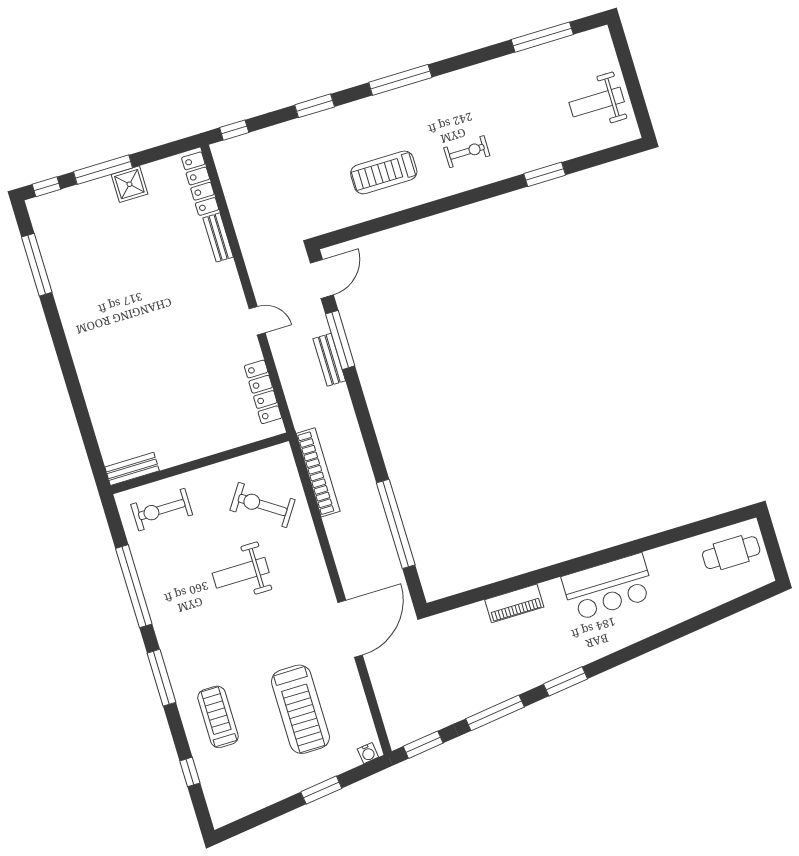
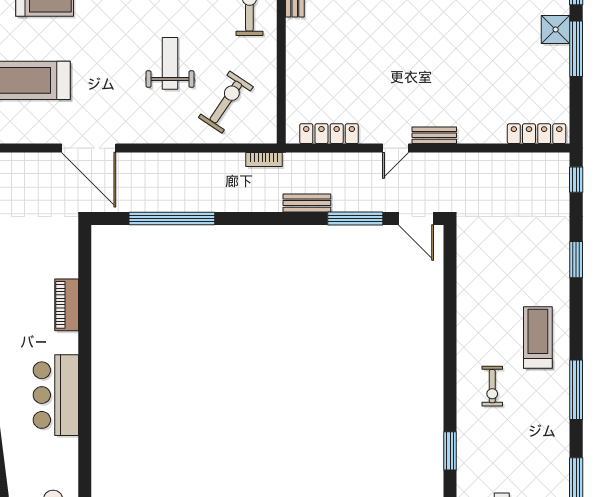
window: (400, 80) -> (576, 390), moved
treadmill: (384, 172) -> (538, 338), moved
shower: (129, 184) -> (556, 29), moved
bench: (218, 237) -> (434, 135), moved
bench: (329, 360) -> (307, 203), moved
bookcase: (318, 472) -> (264, 160), width x0.43, depth x0.76

